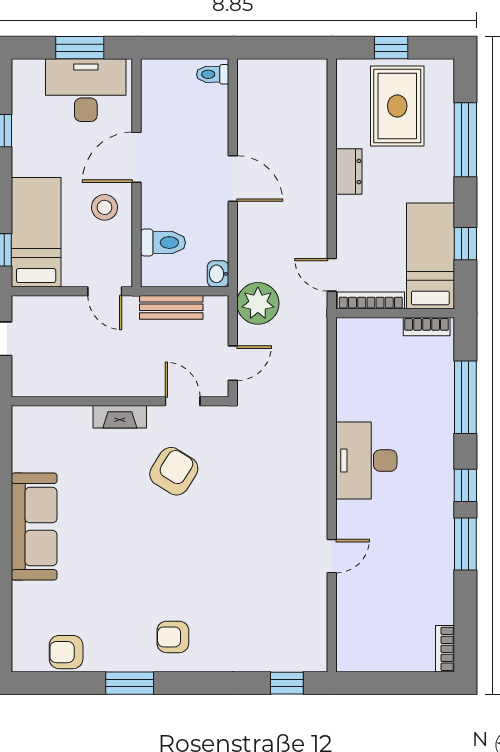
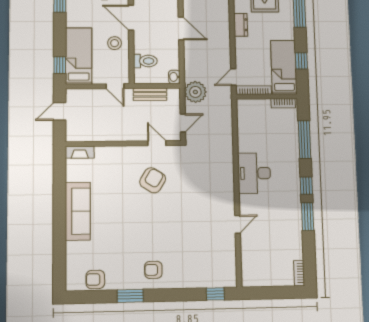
door: (137, 157) -> (131, 18), hinge flipped
door: (332, 275) -> (233, 77), hinge flipped
fireplace: (120, 417) -> (80, 152), moved

